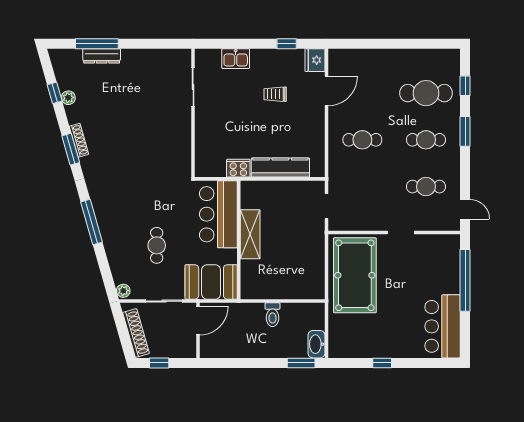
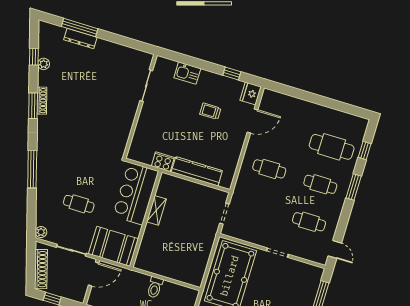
shelving: (250, 234) -> (156, 210), width x0.67, depth x0.75
cafe table: (157, 245) -> (79, 204), turned 90

